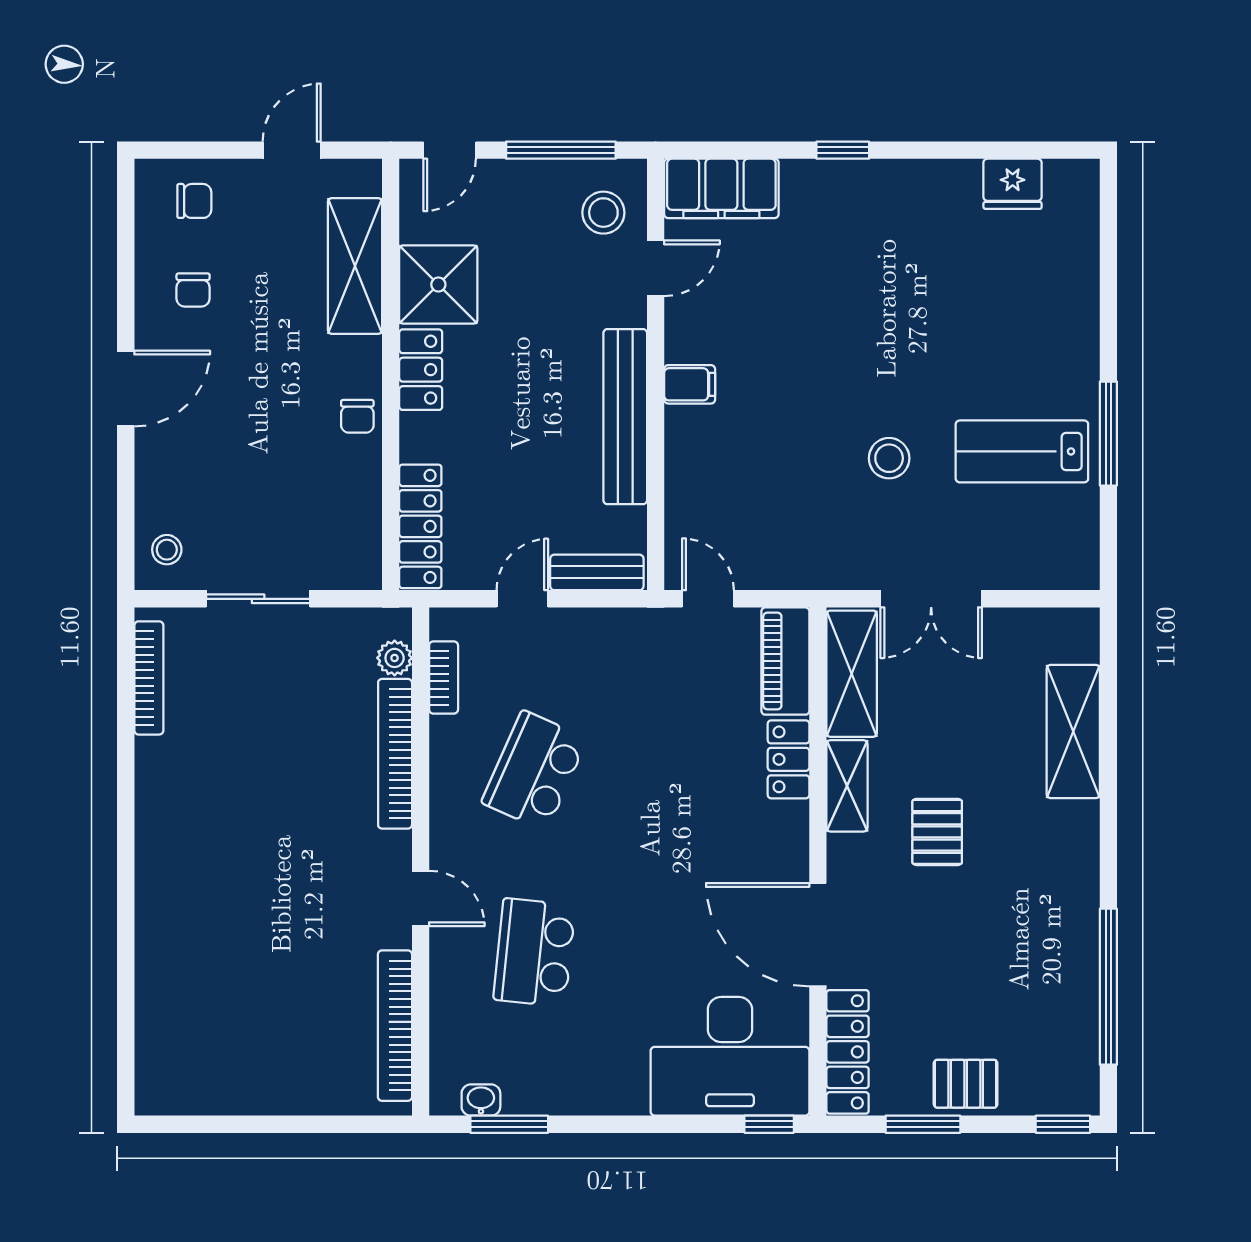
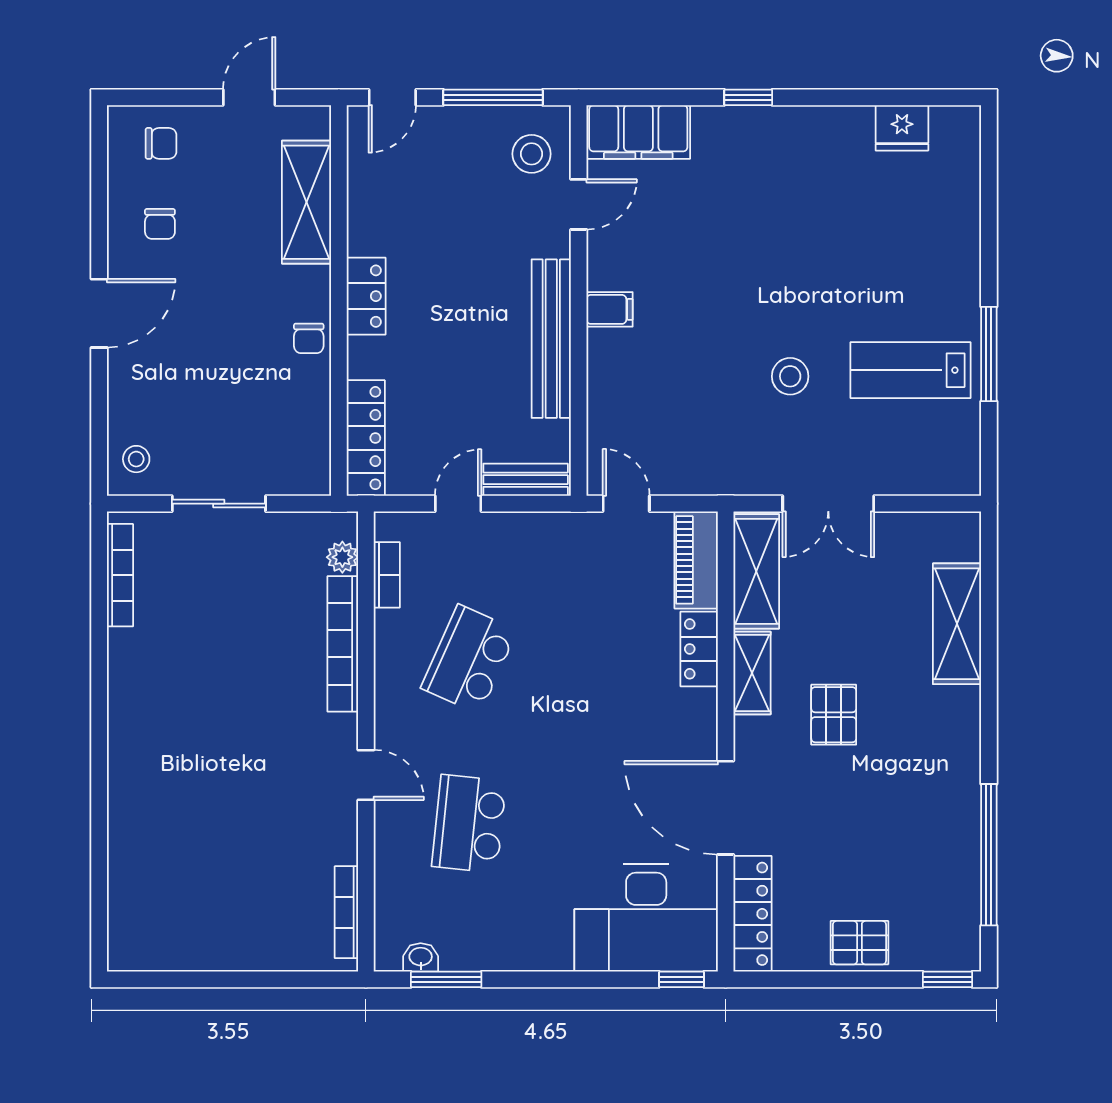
shower: (438, 285) -> (382, 219), removed
bookcase: (395, 1026) -> (346, 912), width x0.68, depth x0.76
window: (923, 1124) -> (821, 979), removed

